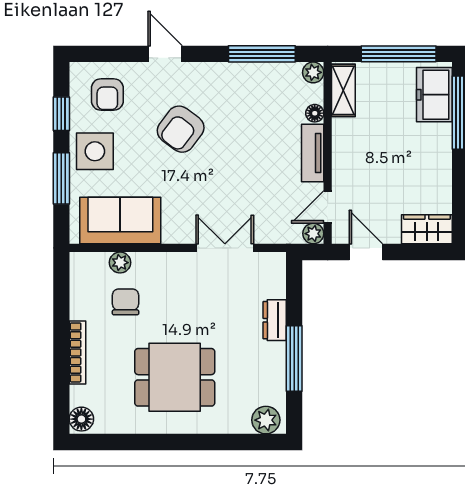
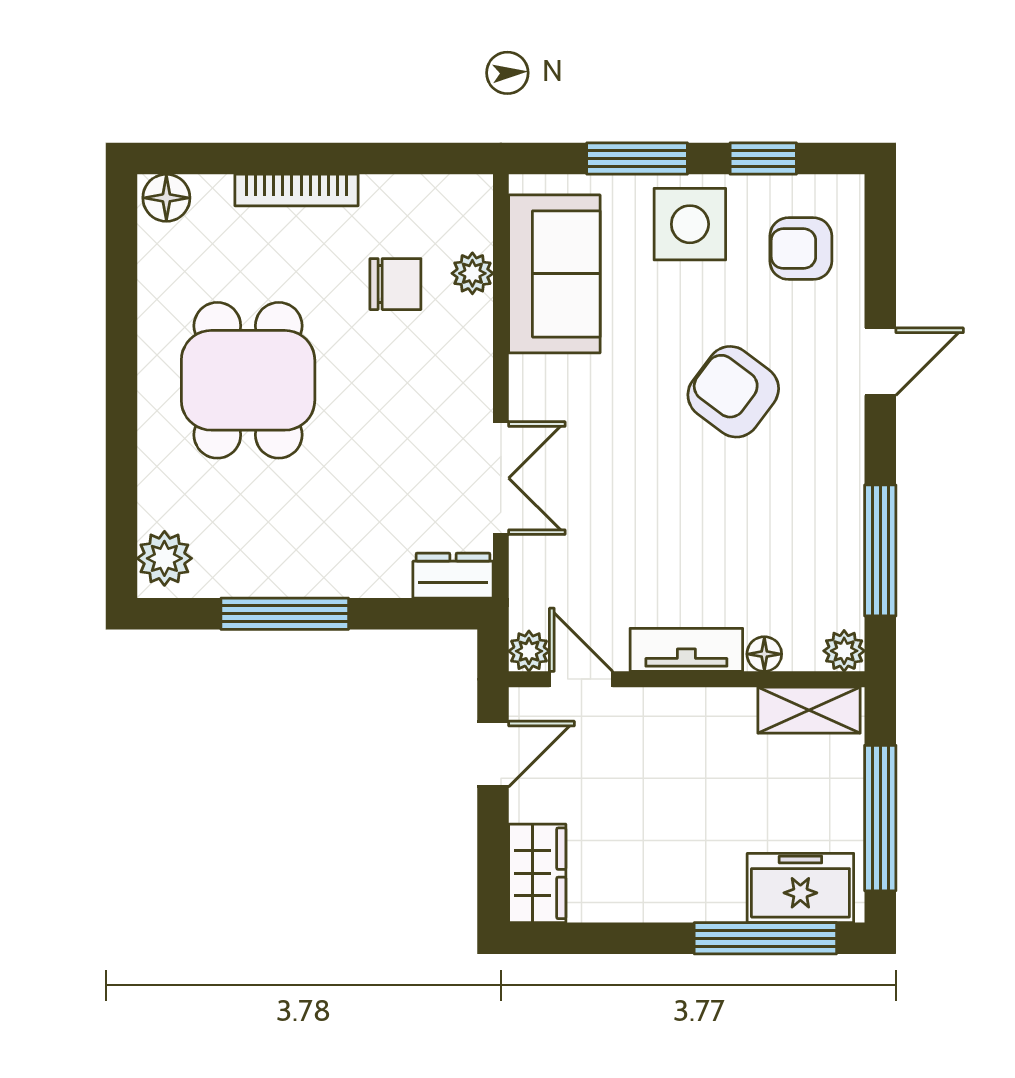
dresser: (275, 320) -> (453, 576), moved

